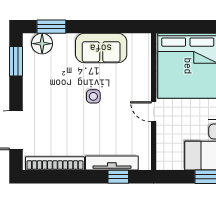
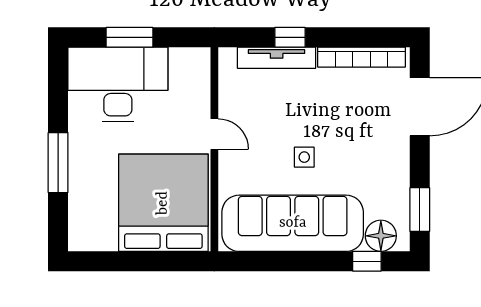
window: (51, 27) -> (367, 261), width x0.67
sofa: (101, 48) -> (293, 223), width x1.85, depth x1.27
window: (118, 177) -> (290, 37), moved

